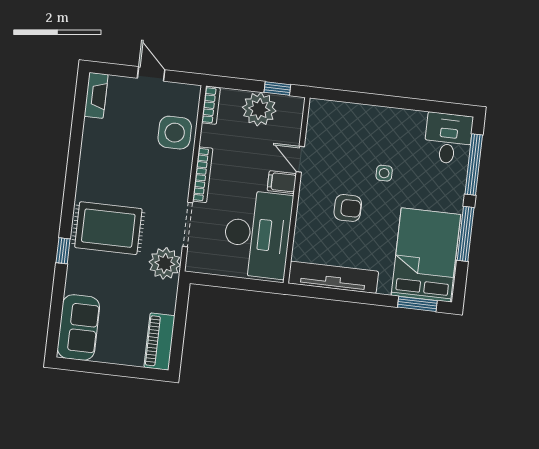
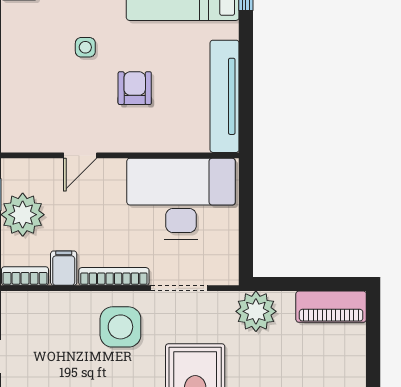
side table: (175, 133) -> (120, 327), moved
filing cabinet: (282, 182) -> (64, 268), moved, turned 180
plant: (165, 263) -> (256, 311), moved

